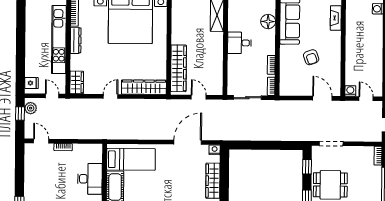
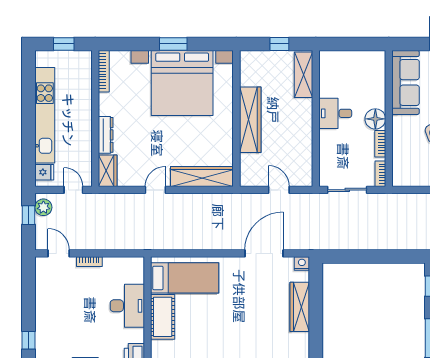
floor lamp: (268, 22) -> (375, 119), moved
kitchen unit: (59, 40) -> (45, 115), moved, turned 180
dresser: (76, 40) -> (106, 135), moved
wardrobe: (178, 68) -> (250, 120), moved

